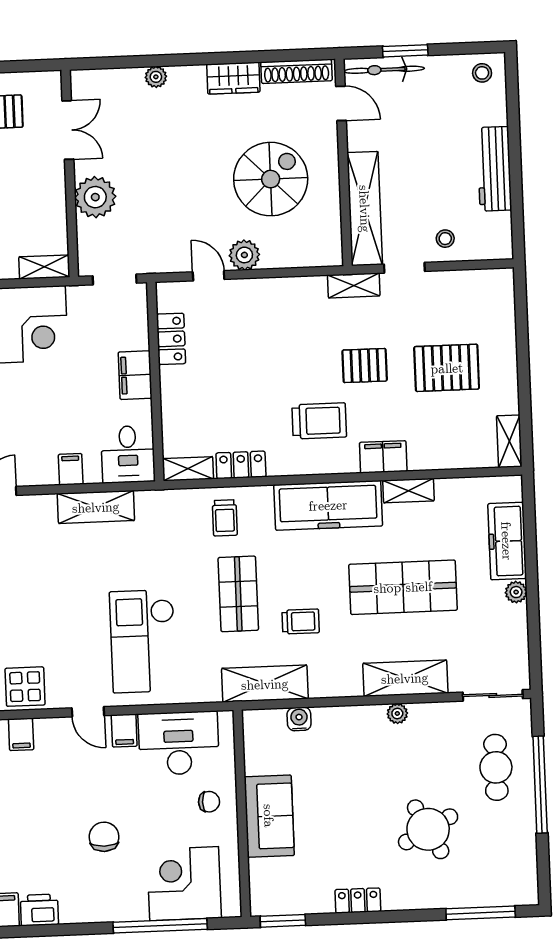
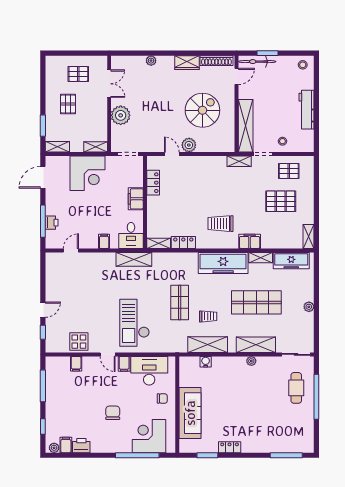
door: (341, 103) -> (237, 76), hinge flipped
pallet: (365, 366) -> (289, 171), moved
trolley: (319, 421) -> (221, 224), turned 180
shelving: (96, 507) -> (134, 259), moved
trolley: (225, 518) -> (175, 267), removed
freezer: (507, 541) -> (291, 261), moved, turned -90
shelving: (265, 684) -> (208, 345), moved
sofa: (269, 816) -> (190, 413), width x1.36
round table: (428, 829) -> (263, 415), removed
window: (283, 921) -> (207, 455), moved

